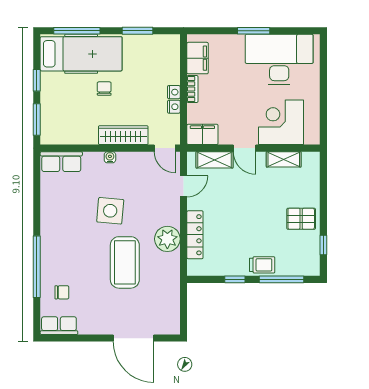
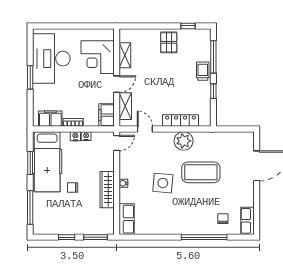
hospital bed: (81, 54) -> (47, 162), moved, turned 180
wardrobe: (123, 135) -> (107, 190), moved

